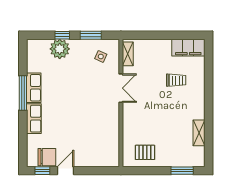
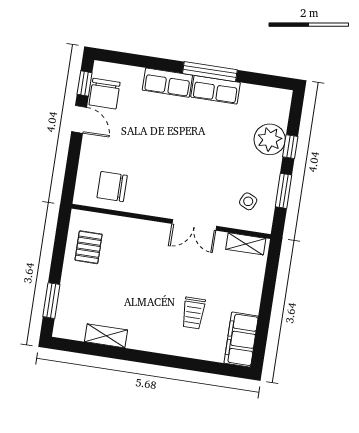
chair: (105, 143) -> (112, 187), added

